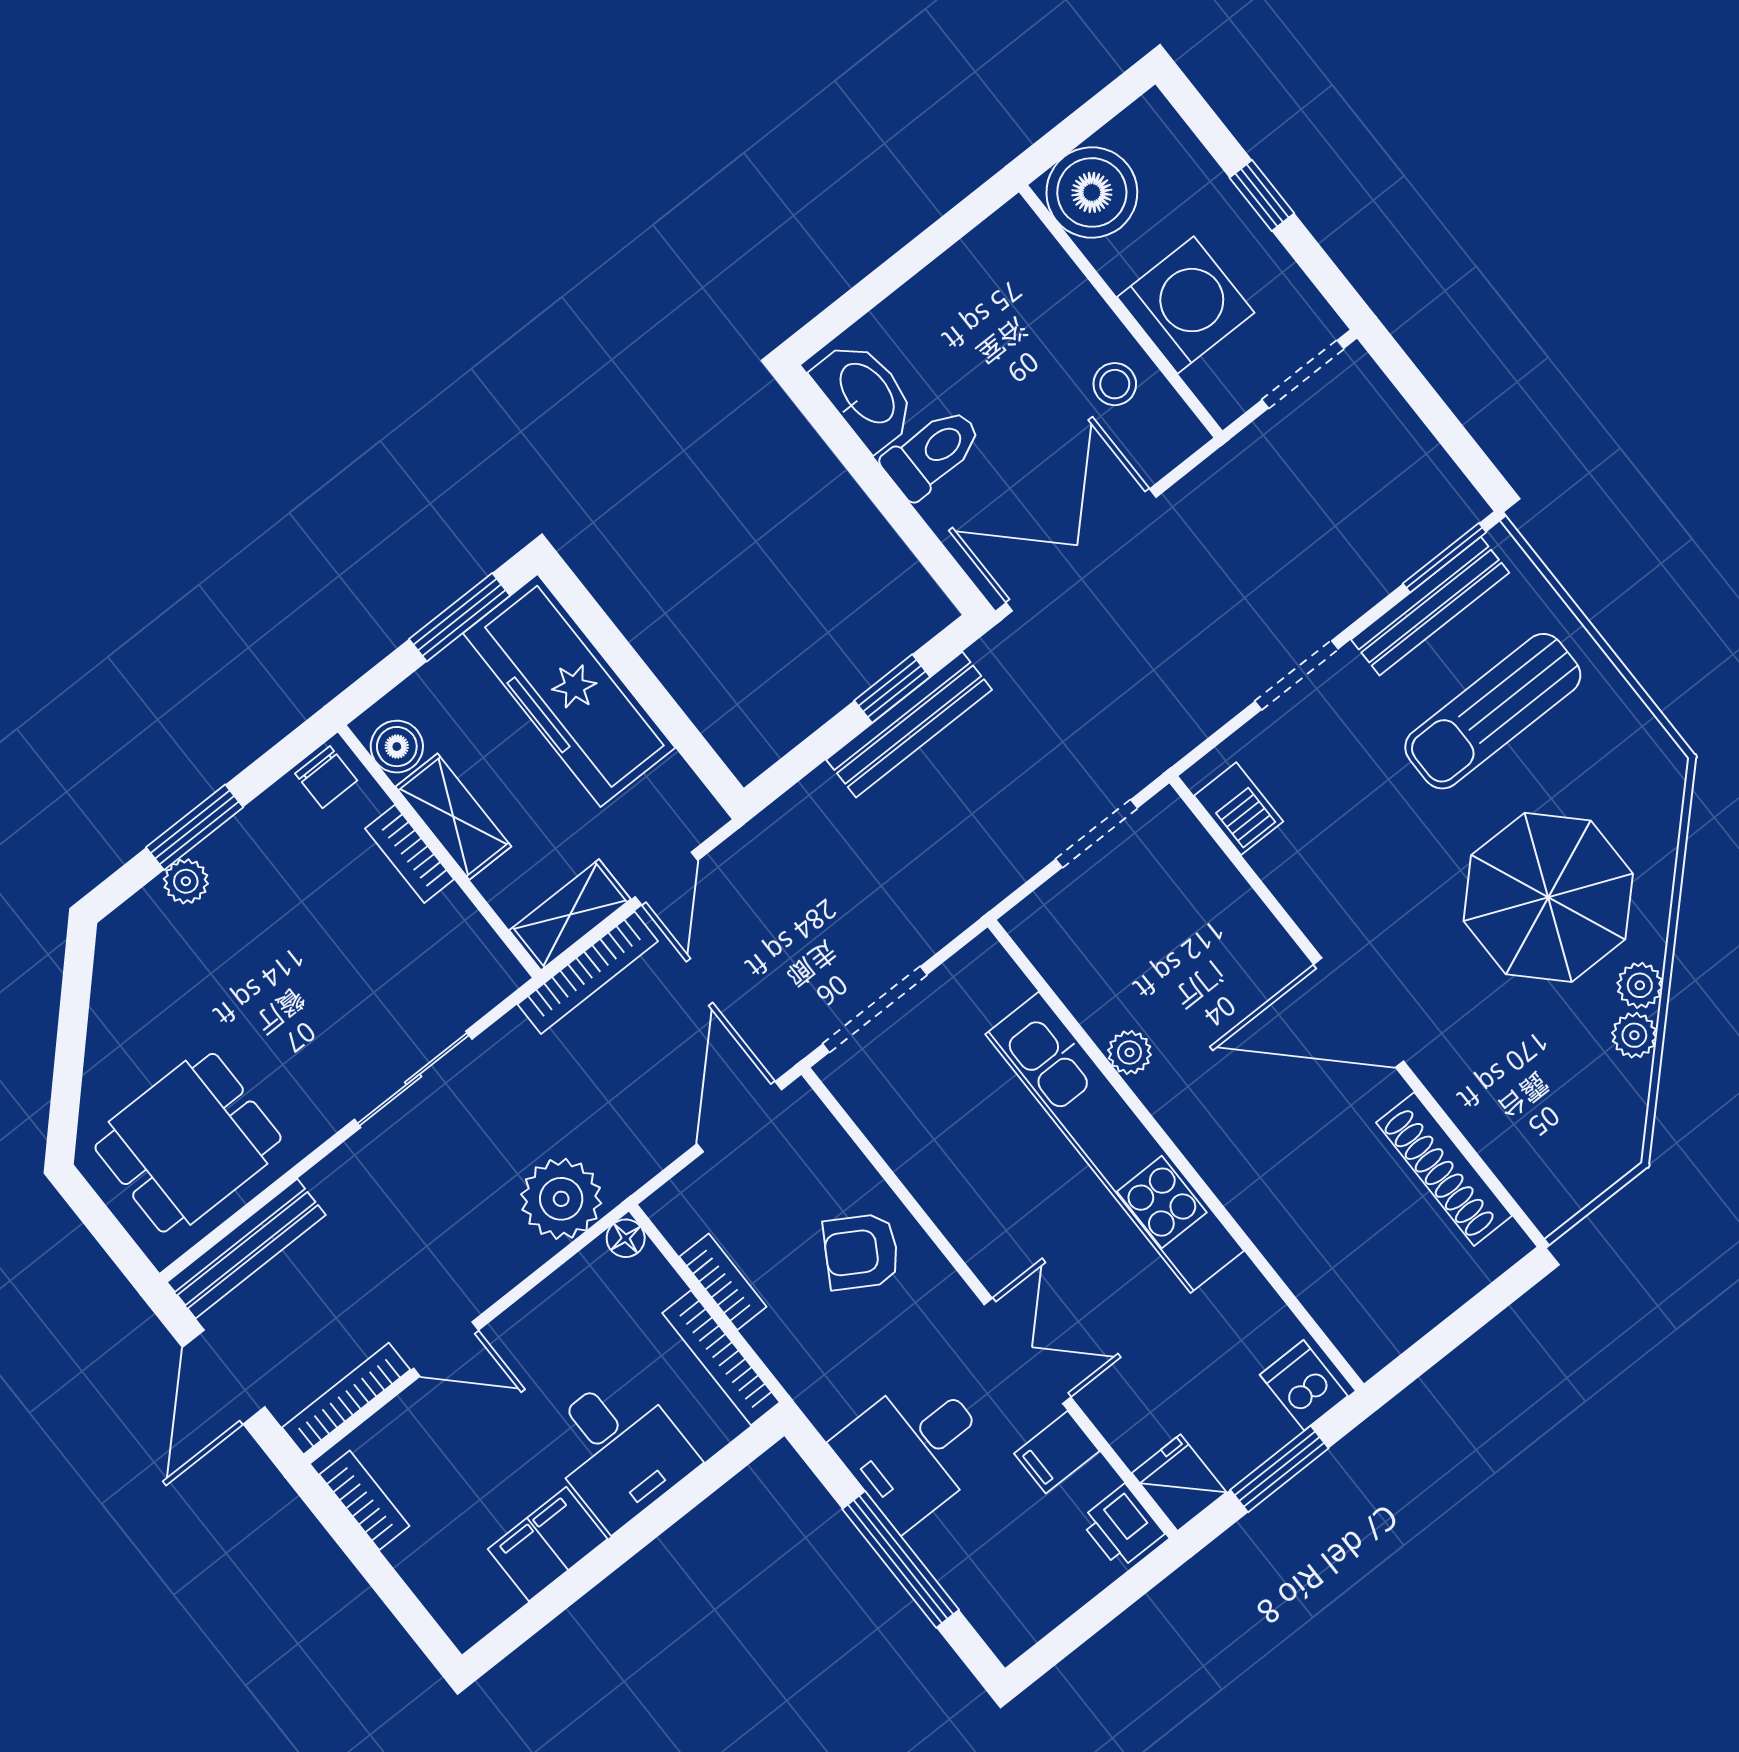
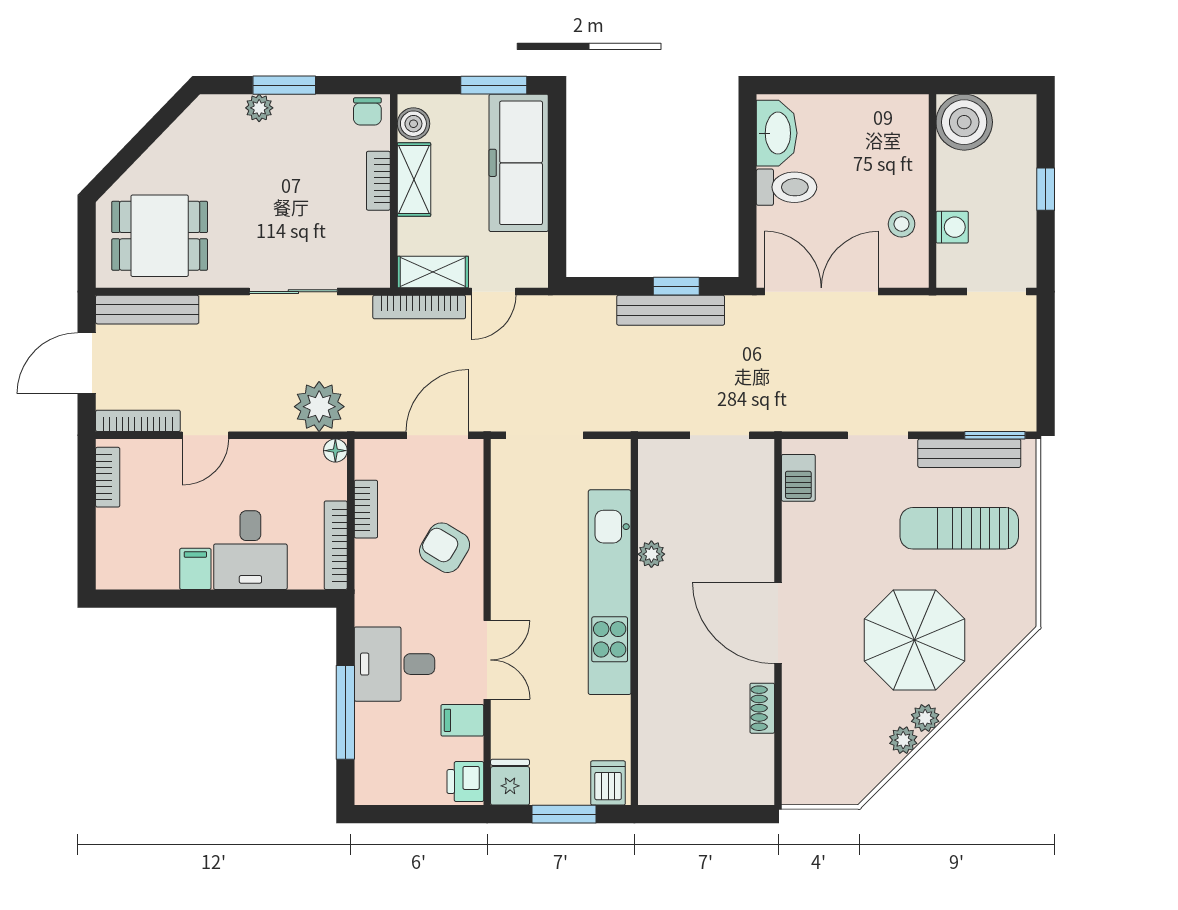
washing machine: (1186, 305) -> (952, 227), width x0.53, depth x0.53
shoe rack: (1444, 1169) -> (762, 708), width x0.51, depth x0.81
door: (446, 1349) -> (205, 435), hinge flipped
filing cabinet: (548, 1544) -> (195, 569), width x0.50

